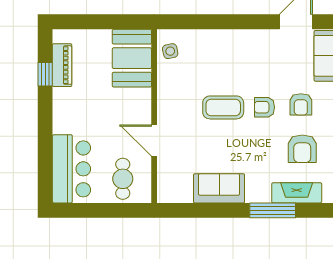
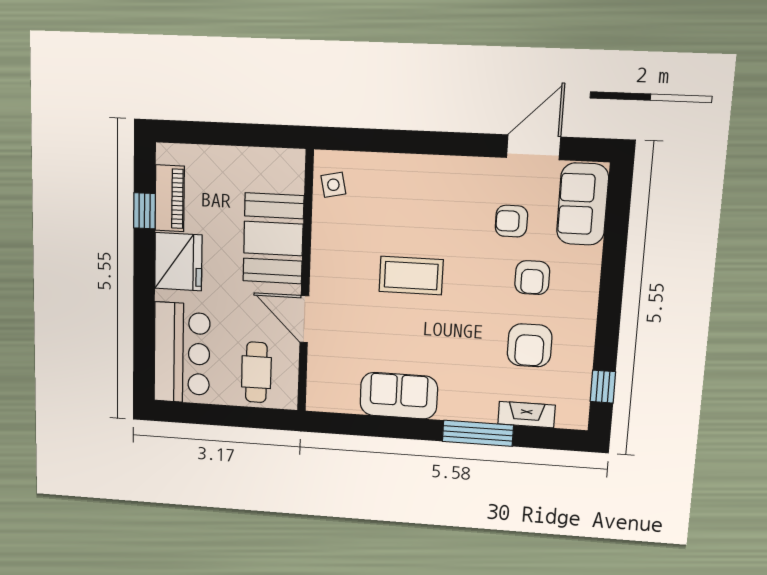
booth: (132, 58) -> (273, 239), moved
fridge: (68, 107) -> (178, 262), added
armchair: (264, 107) -> (511, 221), moved
fireplace: (297, 193) -> (526, 415), width x0.73, depth x0.76

